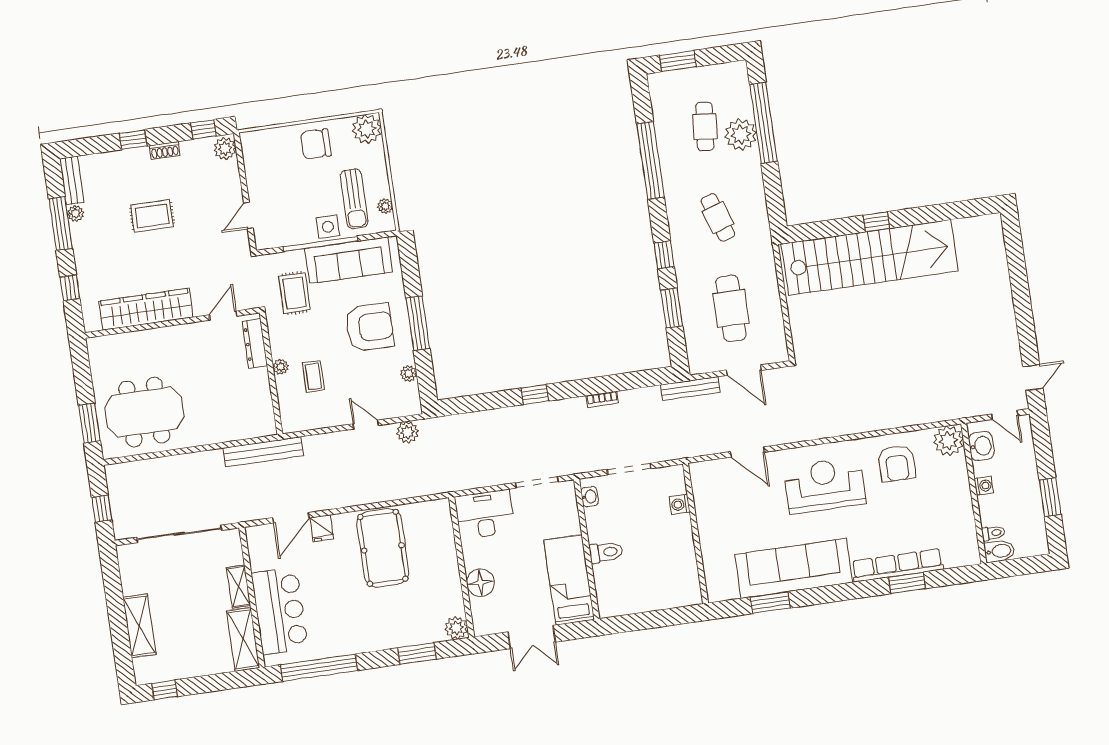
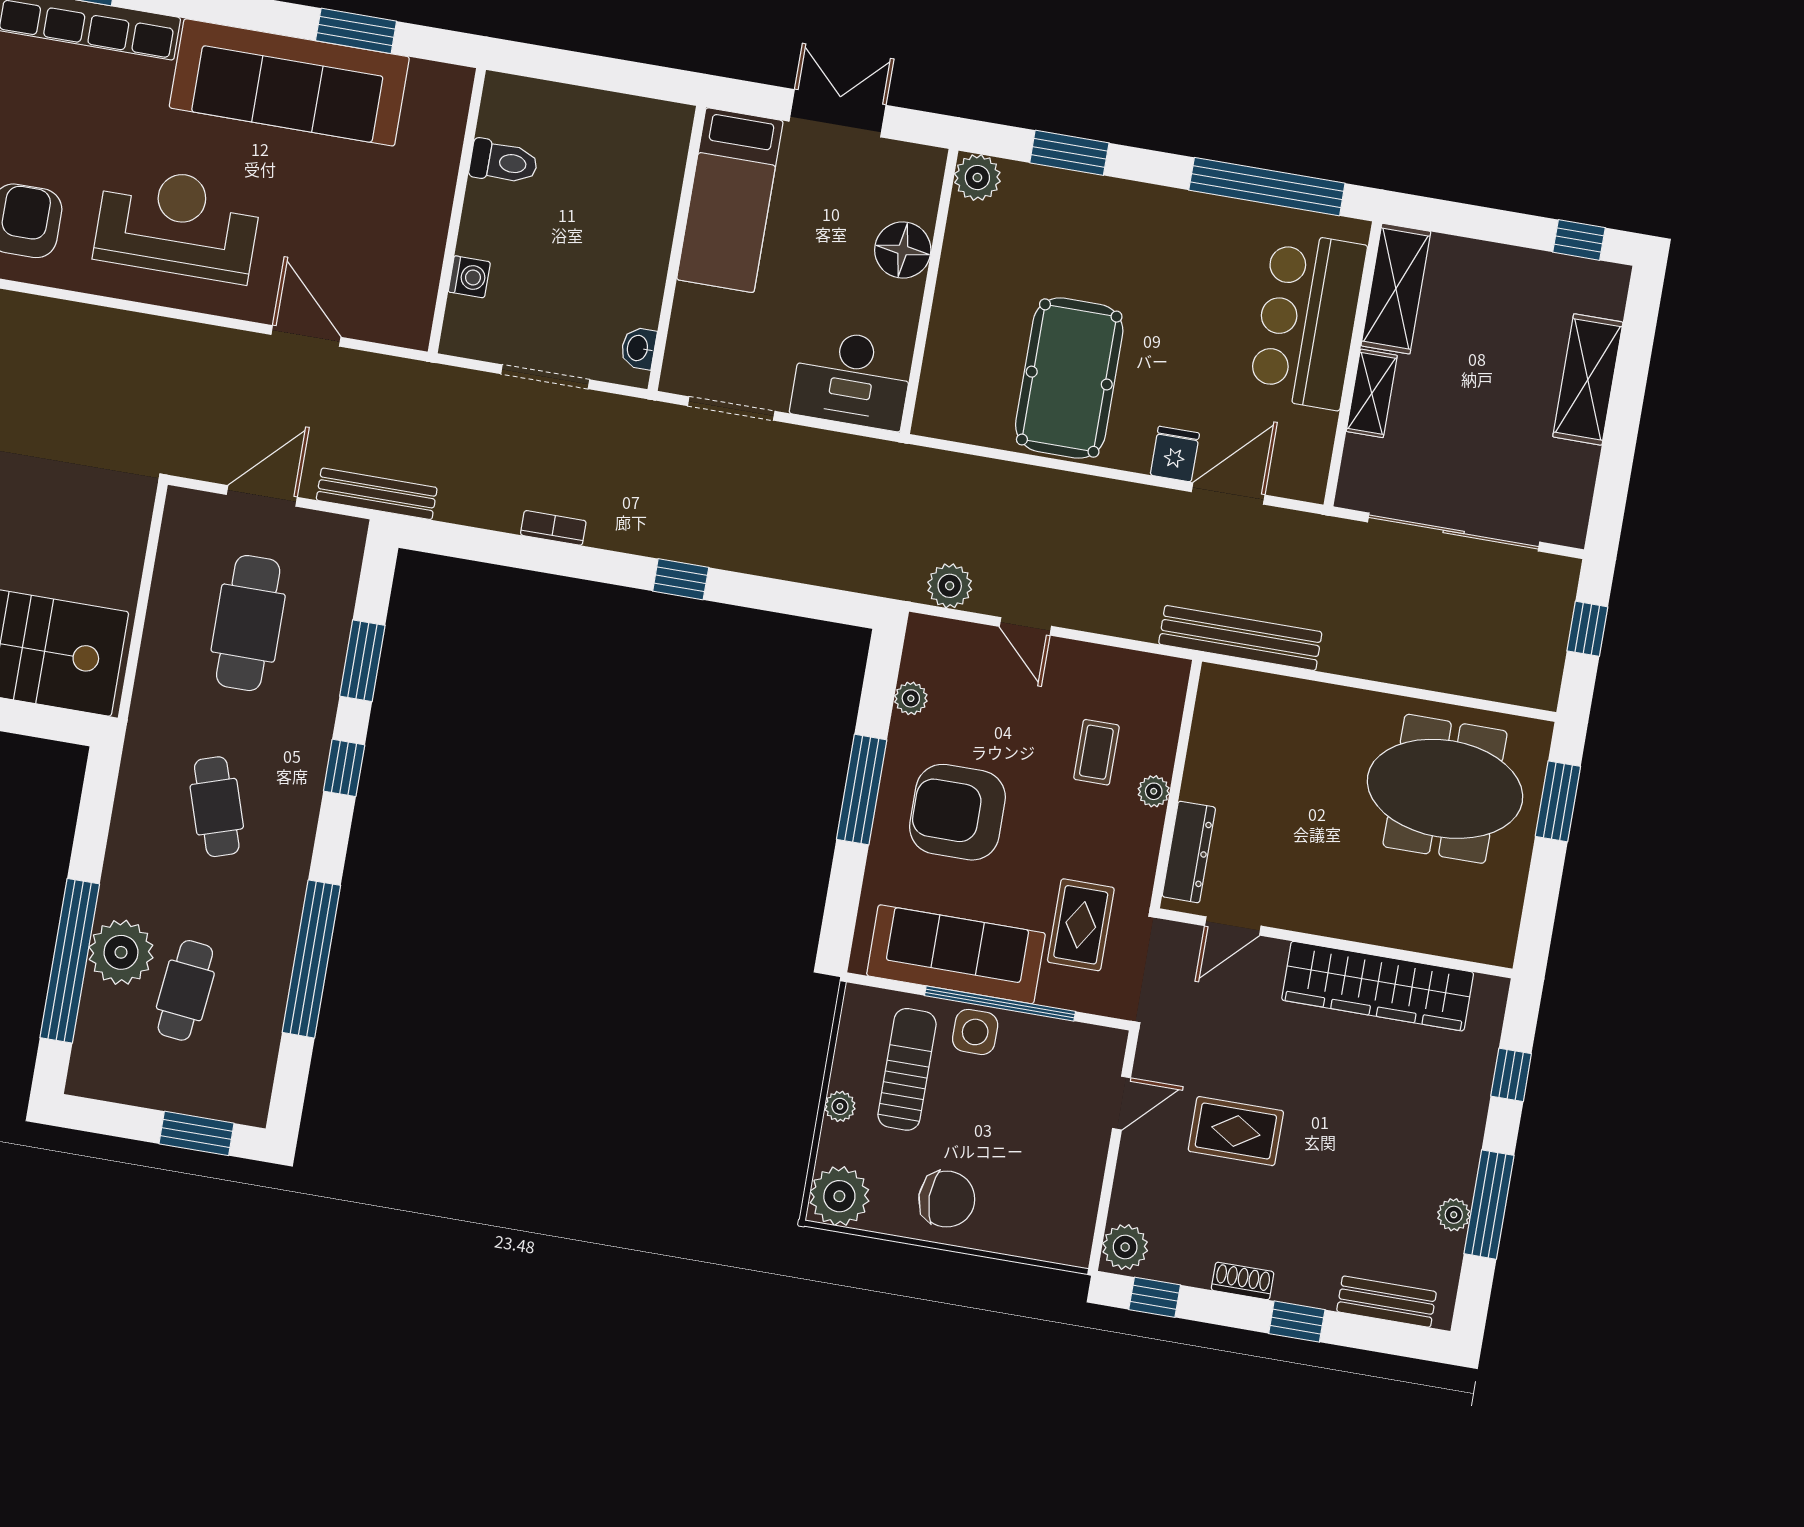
bench: (72, 180) -> (1386, 1302), moved, turned 90
plant: (385, 206) -> (840, 1106), moved
rug: (152, 216) -> (1236, 1131), moved
door: (744, 370) -> (262, 496), hinge flipped
reception desk: (825, 485) -> (178, 224), turned 180
toilet: (606, 552) -> (504, 162), moved, turned 180

